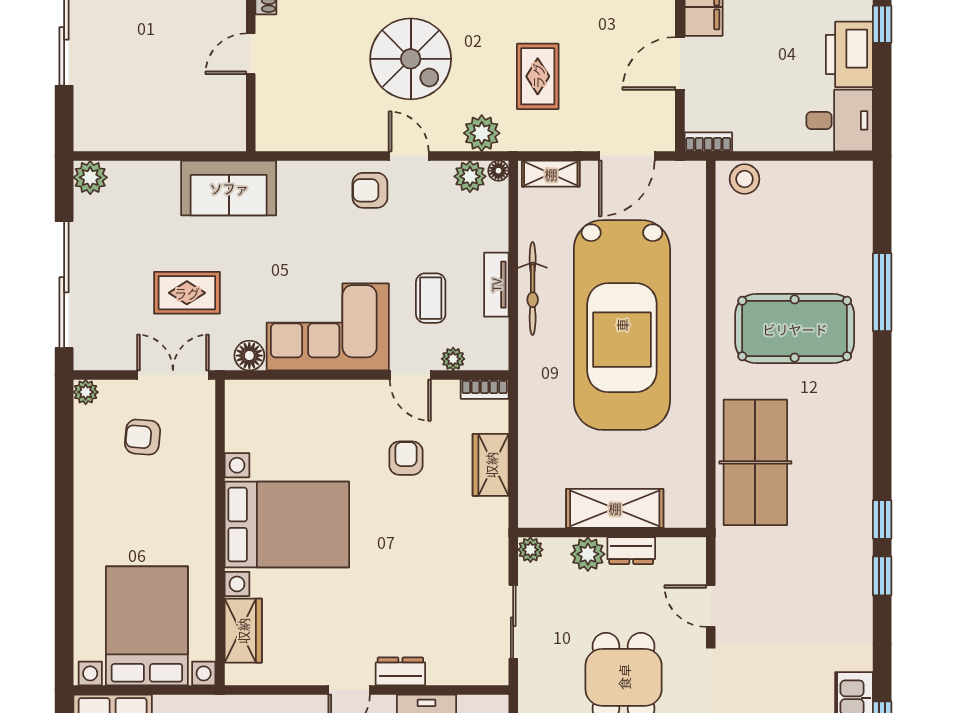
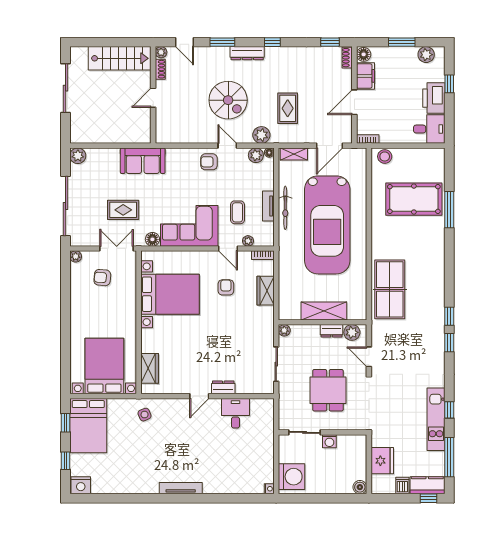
pool table: (795, 329) -> (414, 199), moved
bed with nightstands: (287, 525) -> (170, 294), moved
plant: (588, 554) -> (352, 332), moved

